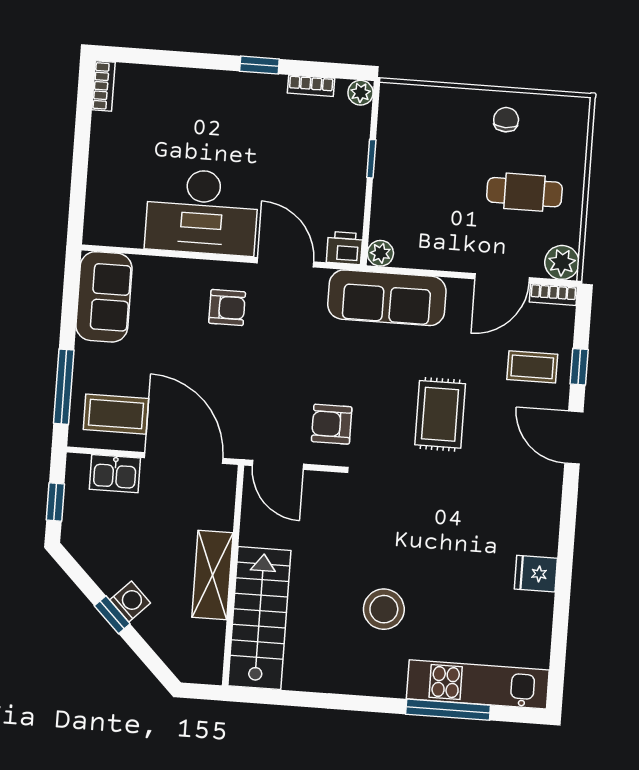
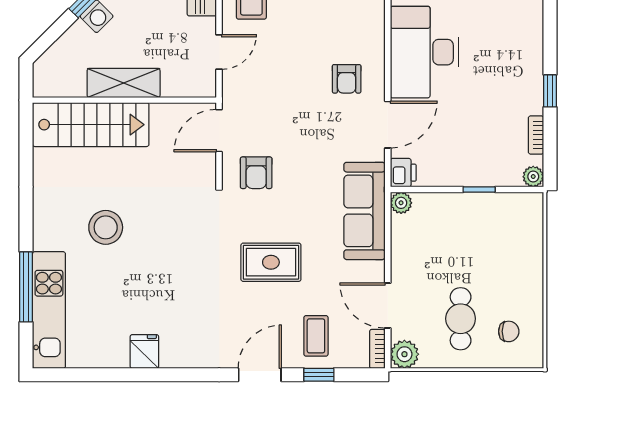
chair: (506, 120) -> (509, 331), moved
armchair: (332, 424) -> (256, 173), turned 180
door: (184, 458) -> (219, 52), width x0.53

